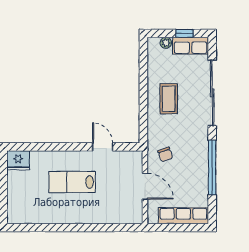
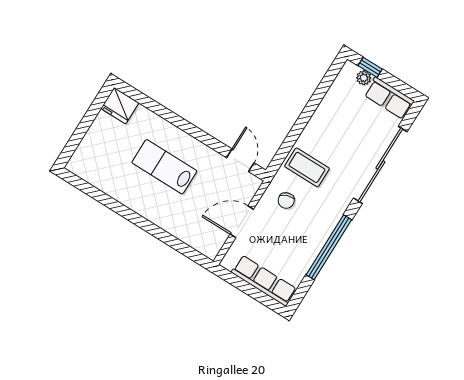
window: (184, 33) -> (370, 67), moved
coffee table: (169, 99) -> (307, 167), moved, turned 90
door: (103, 147) -> (240, 160), moved
door: (145, 186) -> (242, 222), swing flipped

